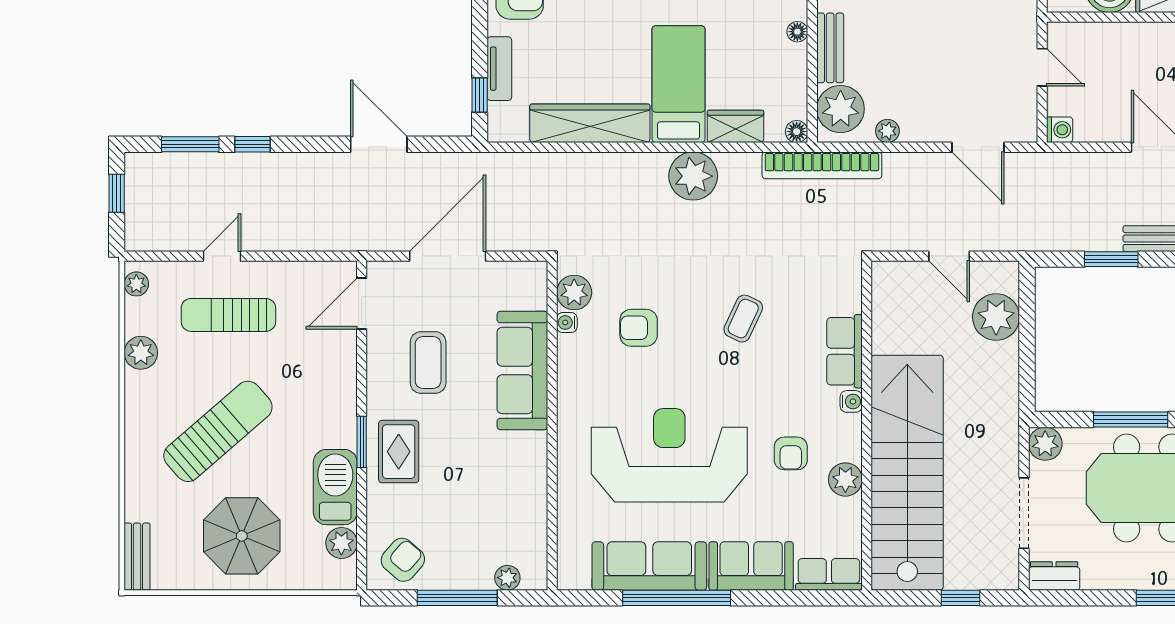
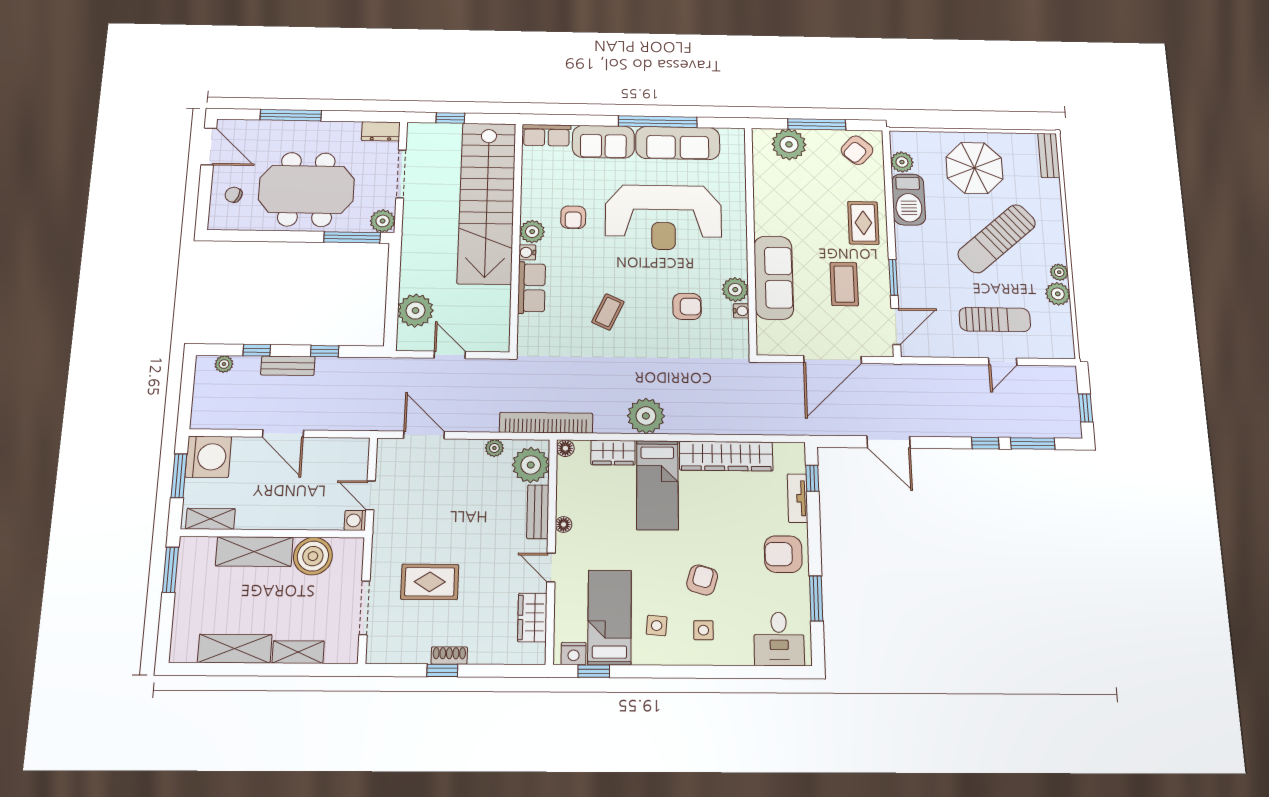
washing machine: (1060, 130) -> (355, 520), moved
window: (1111, 259) -> (325, 351), width x0.67
plant: (136, 284) -> (1059, 272), moved
plant: (574, 292) -> (735, 290), moved
window: (1131, 419) -> (352, 237), moved
window: (362, 442) -> (893, 277), moved
armchair: (791, 453) -> (573, 217), turned 180
plant: (845, 480) -> (532, 232), moved
plant: (507, 578) -> (789, 144), width x1.88, depth x1.88

